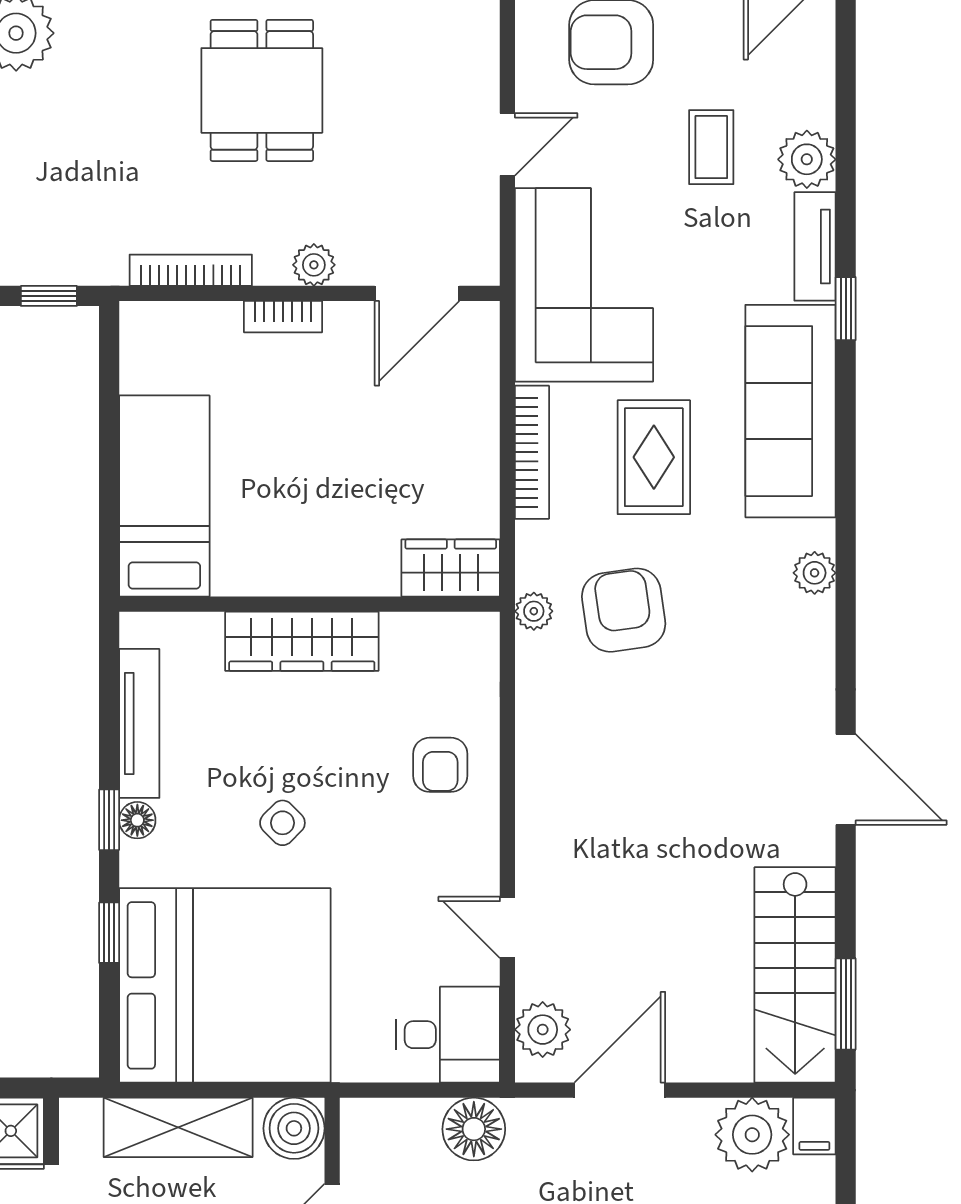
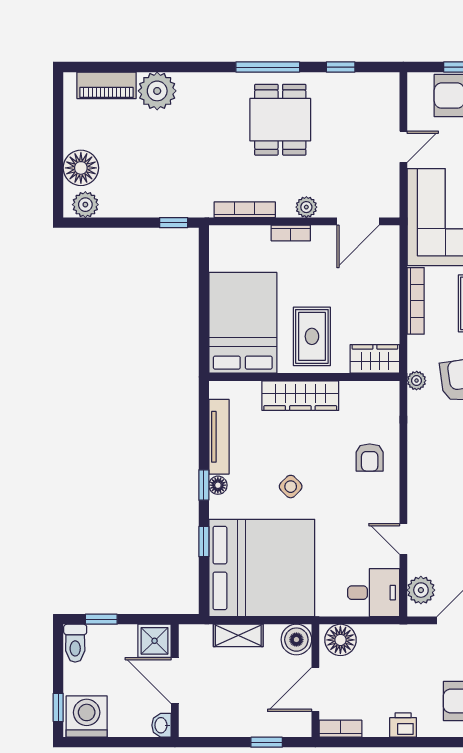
bed: (164, 496) -> (243, 323), width x1.50
rug: (325, 523) -> (312, 336), added
shelving: (178, 1127) -> (238, 635), width x0.67, depth x0.75
floor lamp: (474, 1129) -> (340, 640), moved

